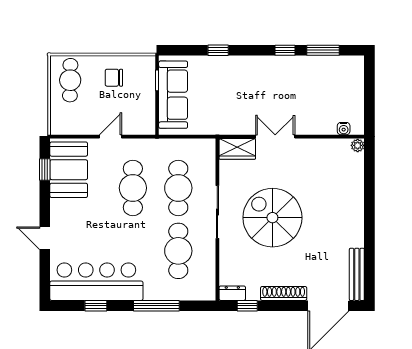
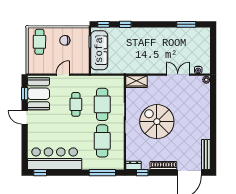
window: (285, 50) -> (104, 24), moved
double door: (275, 137) -> (178, 75), moved
cafe table: (133, 188) -> (76, 104), width x0.73, depth x0.74
door: (45, 238) -> (25, 117), moved
window: (96, 306) -> (40, 173), moved
window: (156, 306) -> (102, 173), moved

